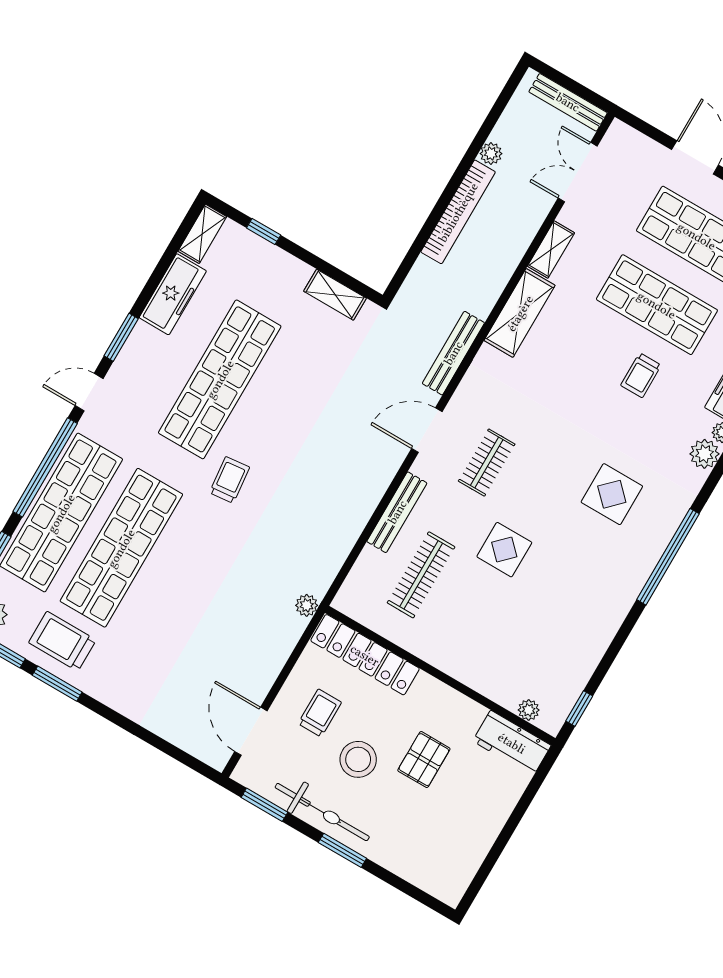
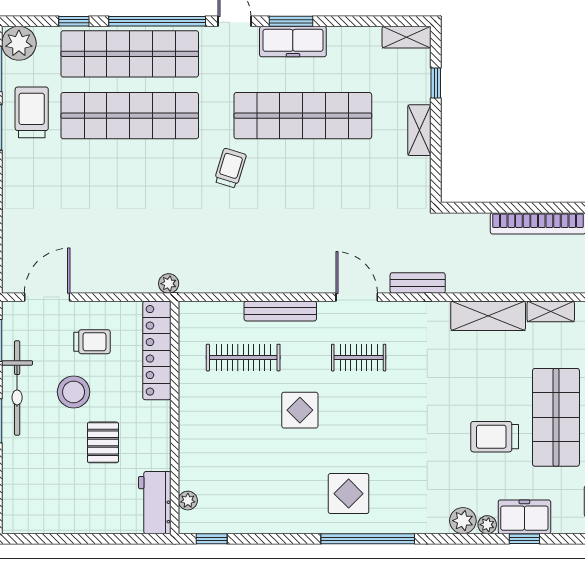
freezer: (173, 294) -> (293, 42), moved
shelving: (335, 295) -> (419, 130), moved
bench: (453, 353) -> (418, 283), width x0.73
trolley: (641, 375) -> (495, 437), width x1.36, depth x1.39
trolley: (230, 480) -> (230, 168), turned -67
display table: (612, 494) -> (349, 494), moved
pallet: (424, 760) -> (103, 442), turned 90

